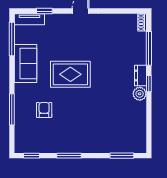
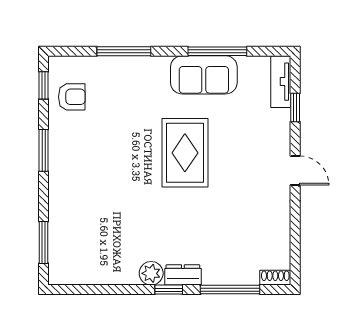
window: (12, 39) -> (217, 51), moved
armchair: (44, 110) -> (72, 97), moved

